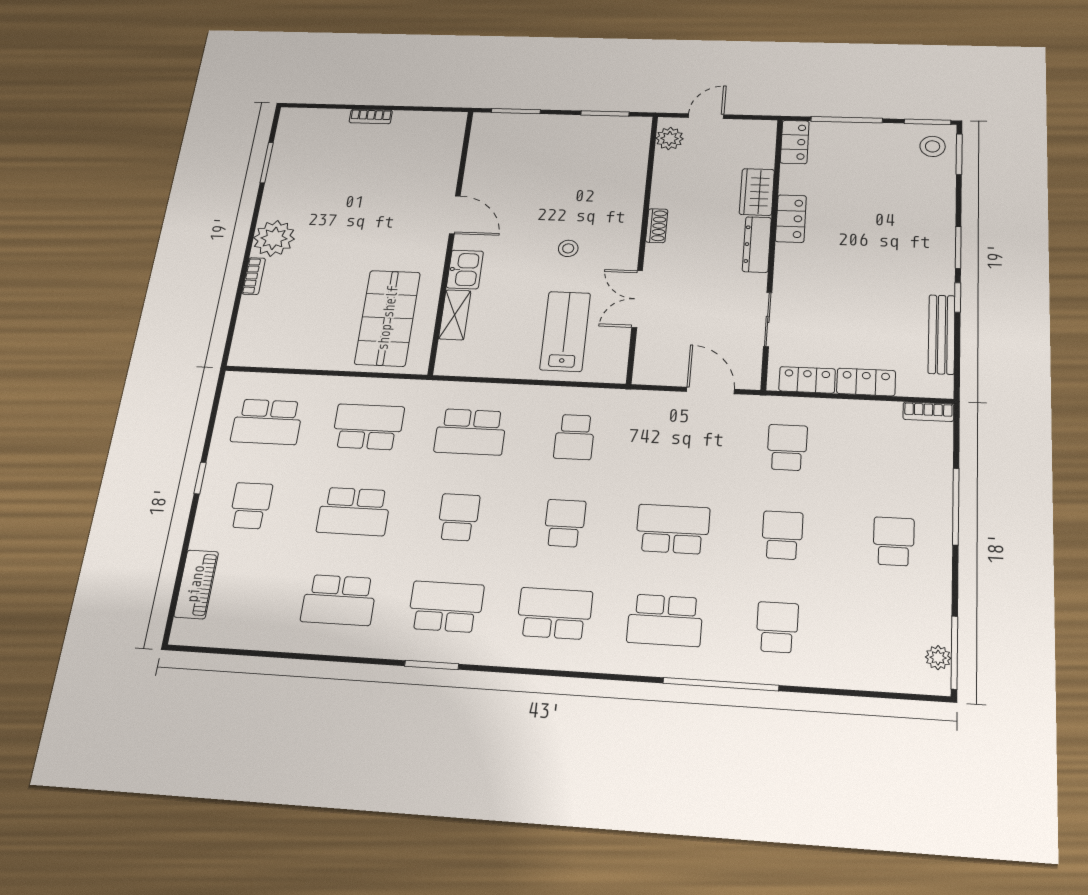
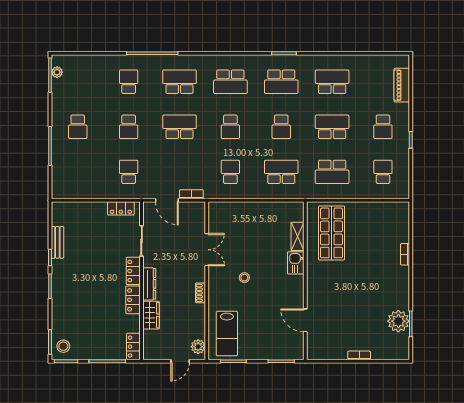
door: (455, 215) -> (305, 320), moved
plant: (274, 238) -> (398, 321), moved
lab bench: (565, 331) -> (227, 334), moved
bench: (942, 334) -> (57, 242), width x0.73
locker: (866, 382) -> (133, 271), moved, turned 90
bookcase: (928, 412) -> (191, 194), moved
school desk: (267, 422) -> (383, 172), width x0.54
school desk: (787, 447) -> (129, 172), turned 180
school desk: (673, 529) -> (180, 127), turned 180
school desk: (777, 627) -> (129, 82), turned 180

